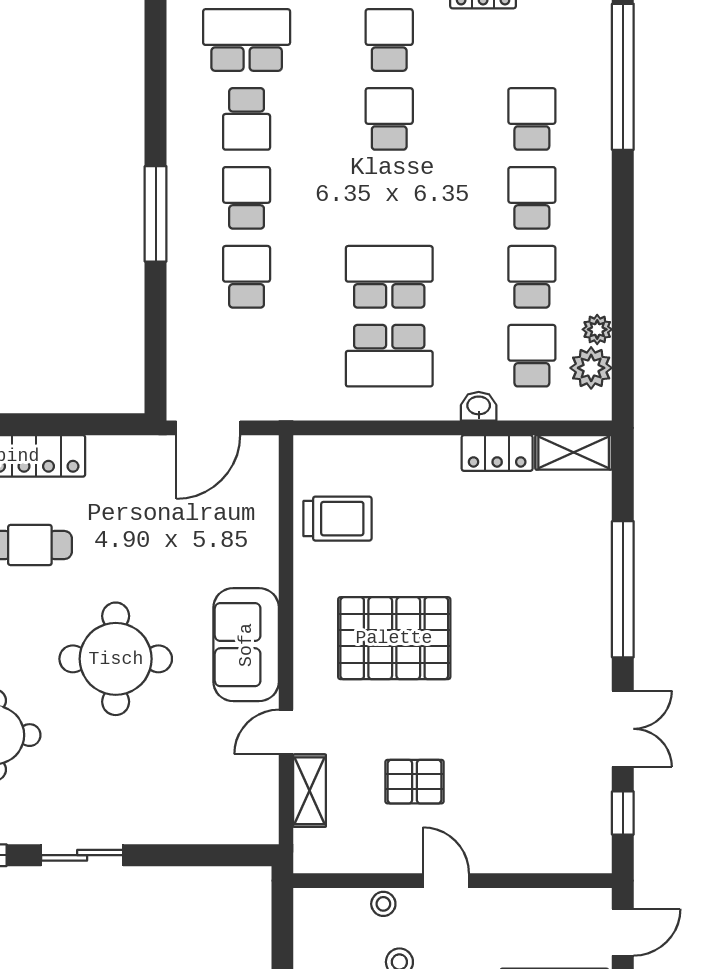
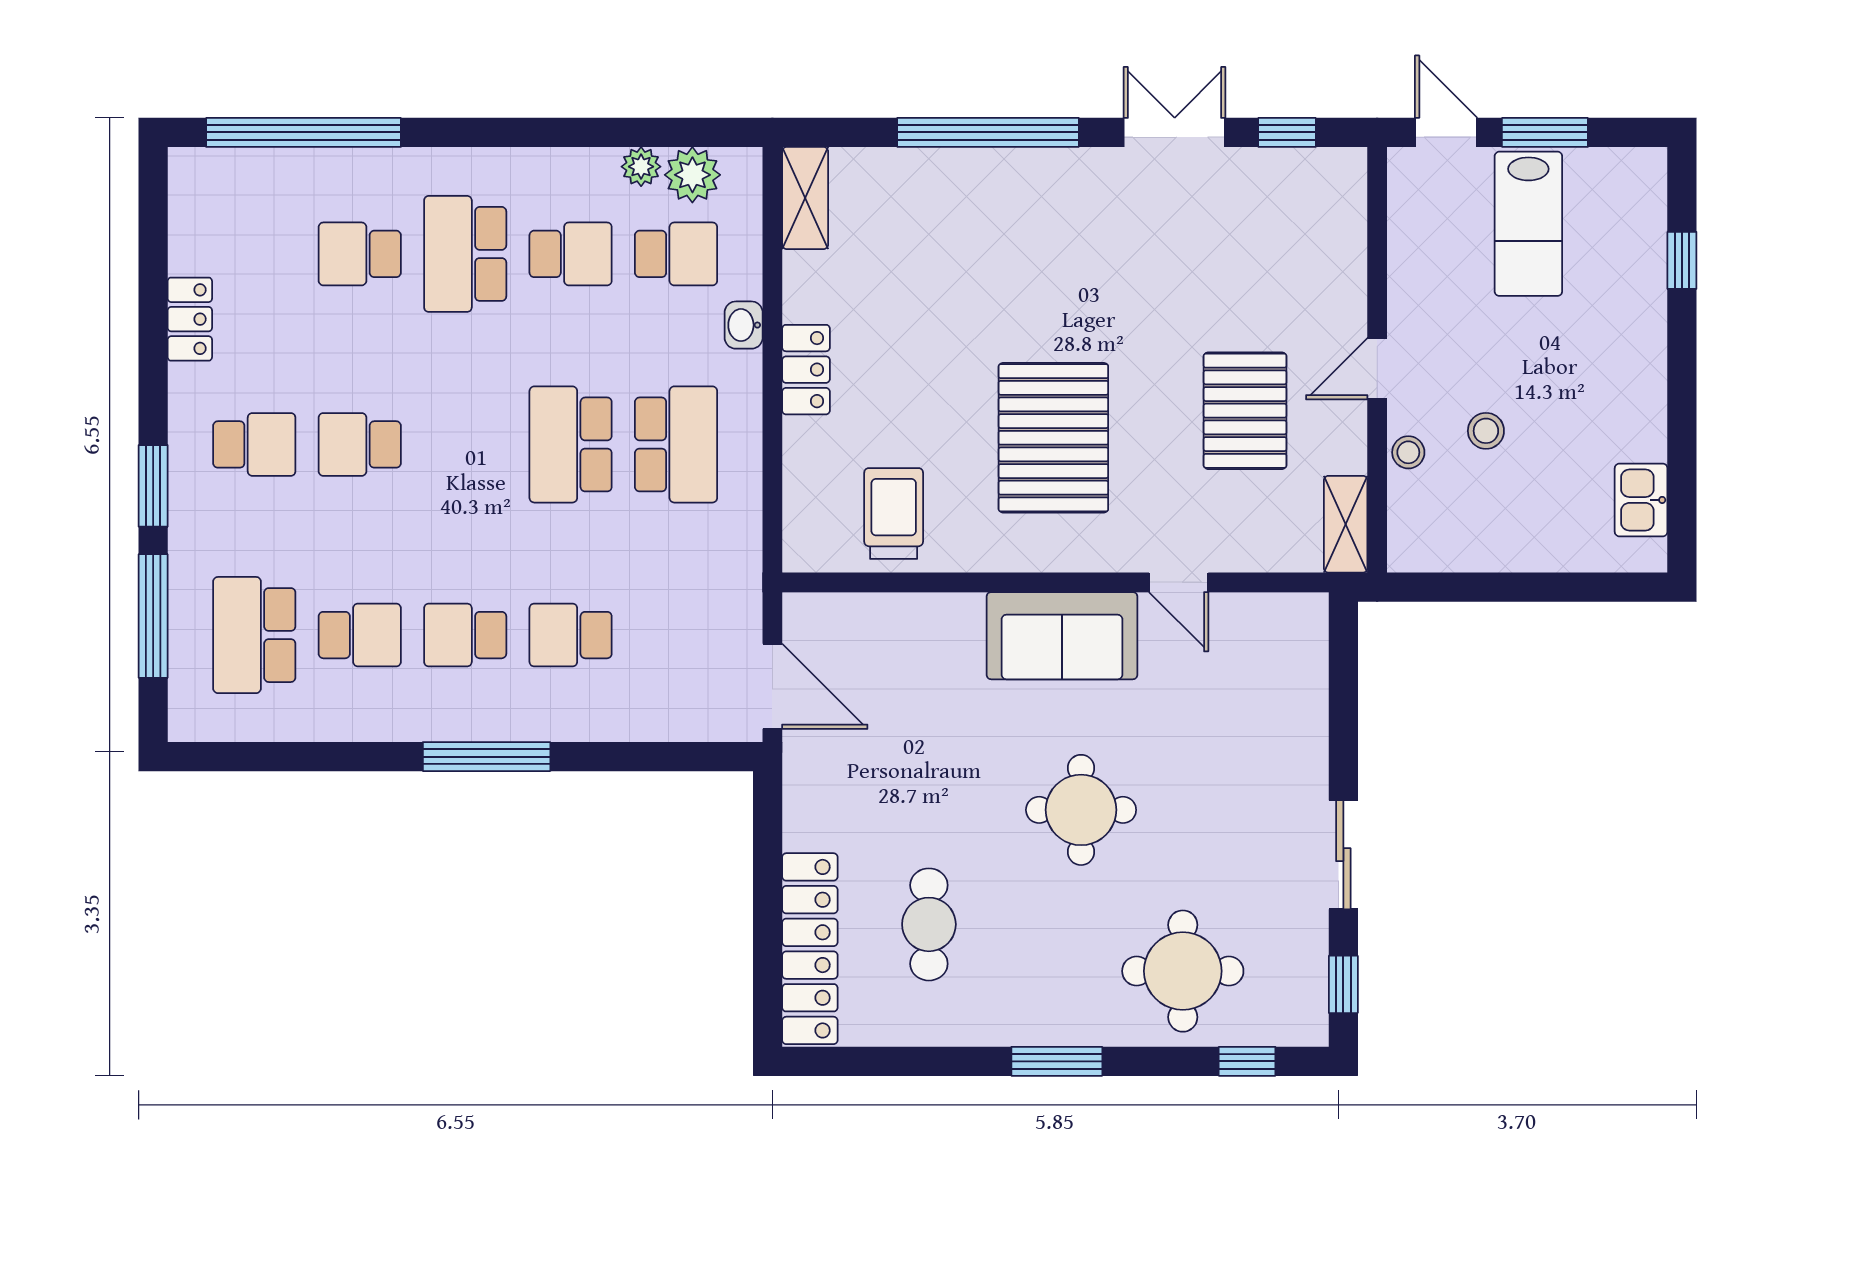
school desk: (389, 40) -> (254, 444), turned 180
school desk: (532, 198) -> (465, 254), width x1.85
school desk: (532, 277) -> (571, 254), turned 180
school desk: (532, 356) -> (676, 254), turned 180
locker: (497, 453) -> (806, 370), moved
round table: (116, 659) -> (1081, 810), width x0.73, depth x0.73
pallet: (414, 782) -> (1245, 411), width x1.50, depth x1.42
shelving: (310, 791) -> (1346, 524), moved, turned 90

